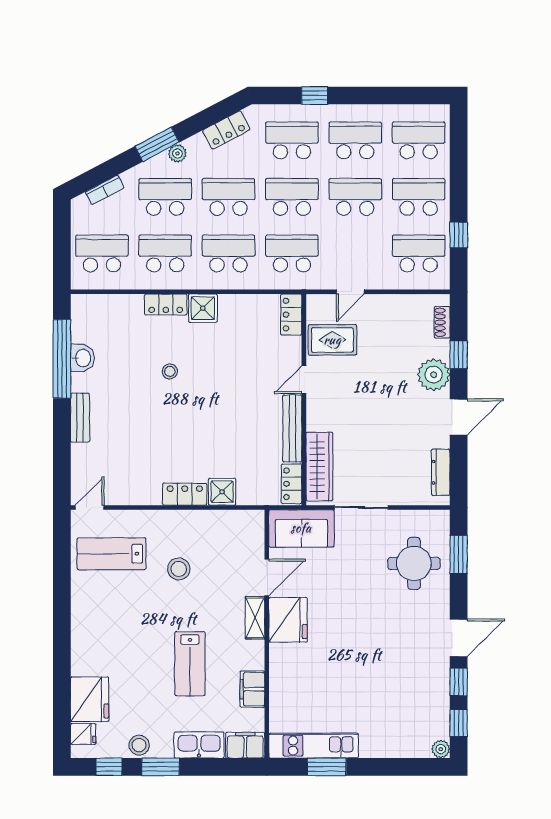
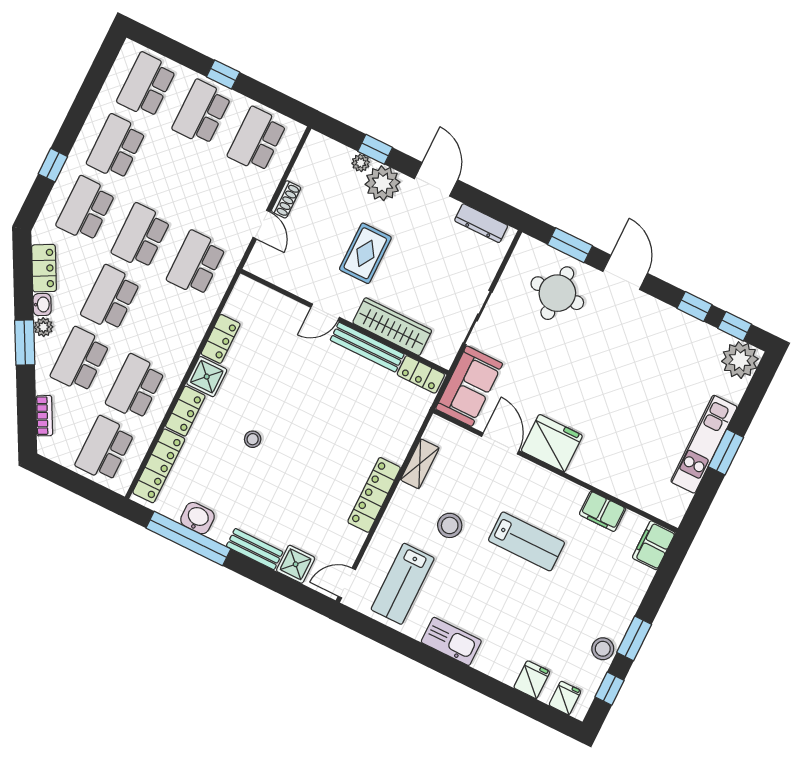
washbasin: (195, 143) -> (42, 305), added
school desk: (355, 197) -> (171, 174), removed
window: (459, 235) -> (223, 74), moved
school desk: (229, 253) -> (166, 325), removed
locker: (110, 305) -> (159, 466), added
locker: (291, 315) -> (221, 339), moved, turned -90
shoe rack: (442, 322) -> (286, 199), moved, turned -90
rug: (332, 340) -> (365, 253), moved
plant: (442, 348) -> (361, 163), added
door: (304, 380) -> (325, 312), hinge flipped
wardrobe: (319, 467) -> (392, 327), moved
shower: (222, 492) -> (296, 564), moved
locker: (185, 494) -> (374, 495), width x1.53
door: (90, 507) -> (347, 583), hinge flipped
shelving: (255, 618) -> (420, 464), moved, turned 90
door: (459, 638) -> (625, 272), moved
lab bench: (190, 664) -> (527, 541), moved
fridge: (90, 699) -> (532, 680), width x0.53, depth x0.75
kitchen sink: (199, 745) -> (451, 641), moved, turned 90
kitchen unit: (314, 746) -> (704, 444), moved
plant: (441, 749) -> (740, 360), width x1.88, depth x1.88
window: (327, 767) -> (726, 452), moved

